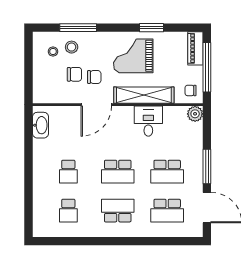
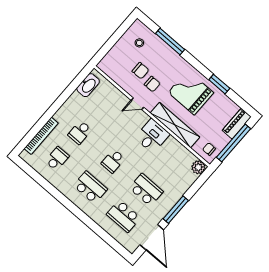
stool: (72, 47) -> (154, 51), removed
door: (96, 105) -> (137, 104), width x0.53
desk: (148, 121) -> (152, 136), moved
school desk: (118, 172) -> (113, 161), width x0.54
school desk: (167, 172) -> (146, 190), turned 180
bookcase: (38, 203) -> (41, 136), added
school desk: (68, 211) -> (57, 159), turned 180

